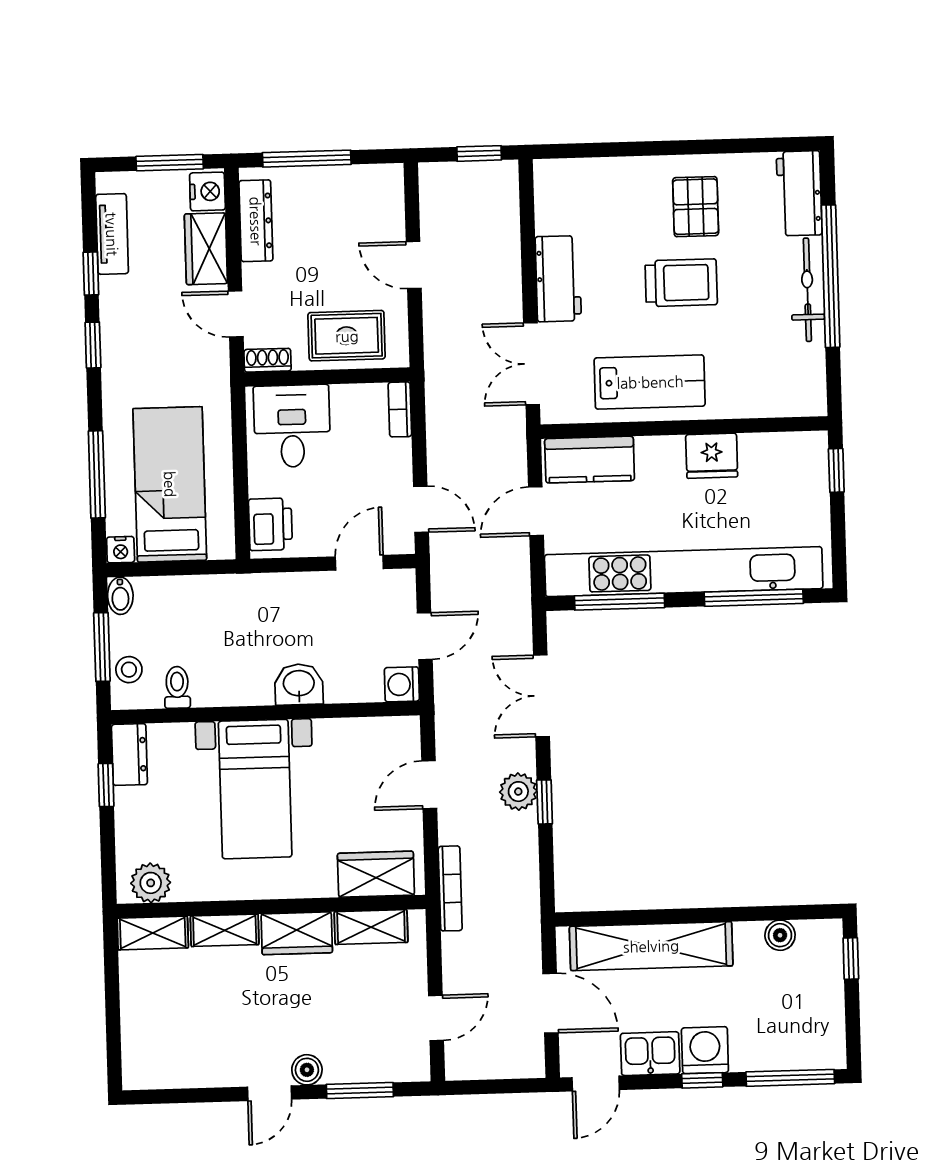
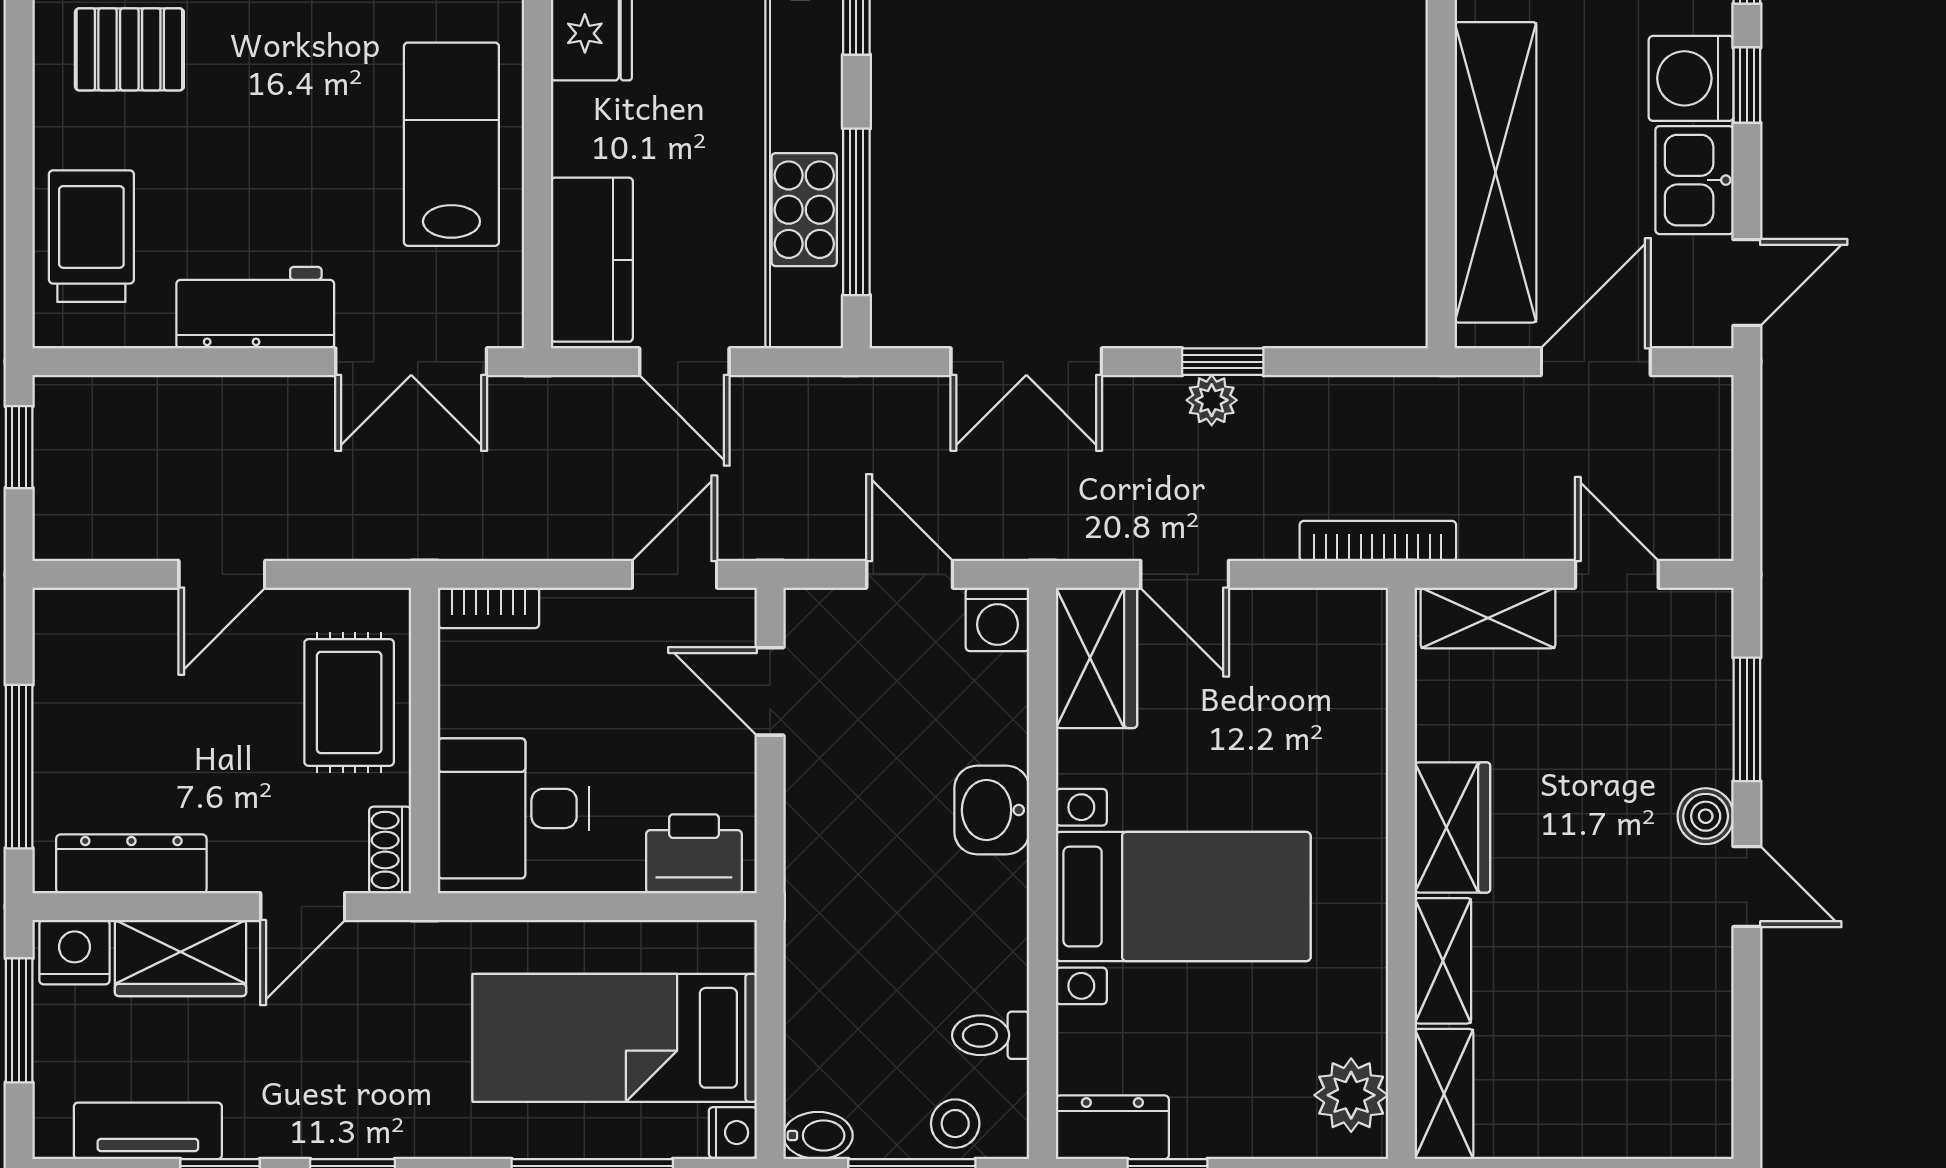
trolley: (681, 283) -> (91, 236), moved
plant: (518, 792) -> (1212, 400), width x0.73, depth x0.73
wardrobe: (376, 874) -> (1097, 658), moved, turned 180
shelving: (371, 927) -> (1488, 618), moved, turned 90
door: (596, 1084) -> (1747, 282), hinge flipped

